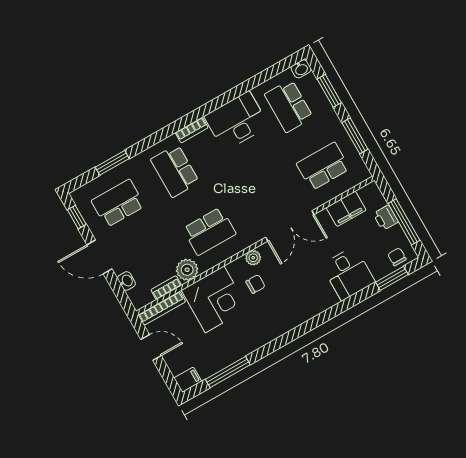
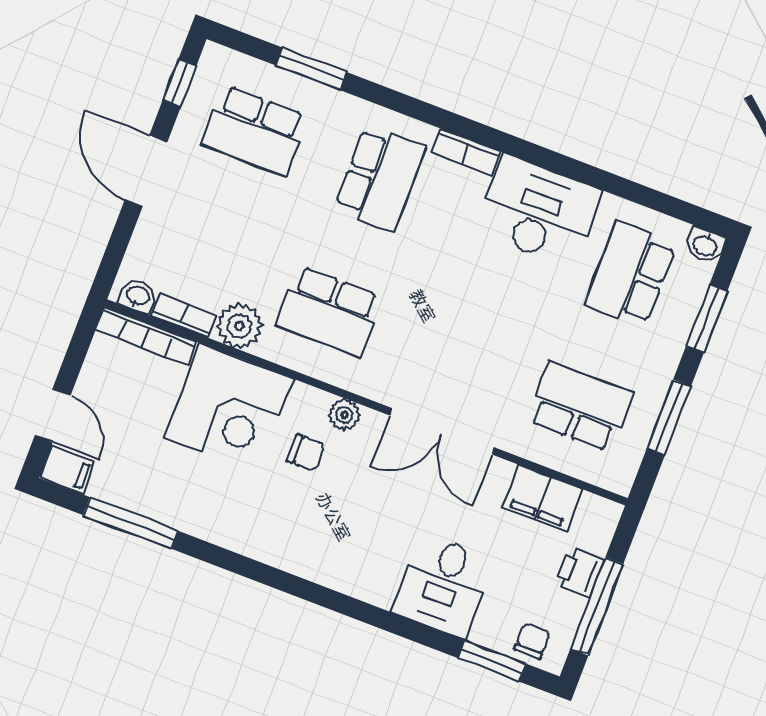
school desk: (175, 171) -> (380, 178), turned 180
school desk: (118, 203) -> (255, 131), turned 180
washbasin: (126, 281) -> (138, 296), moved, turned -90
door: (151, 347) -> (53, 415), moved

